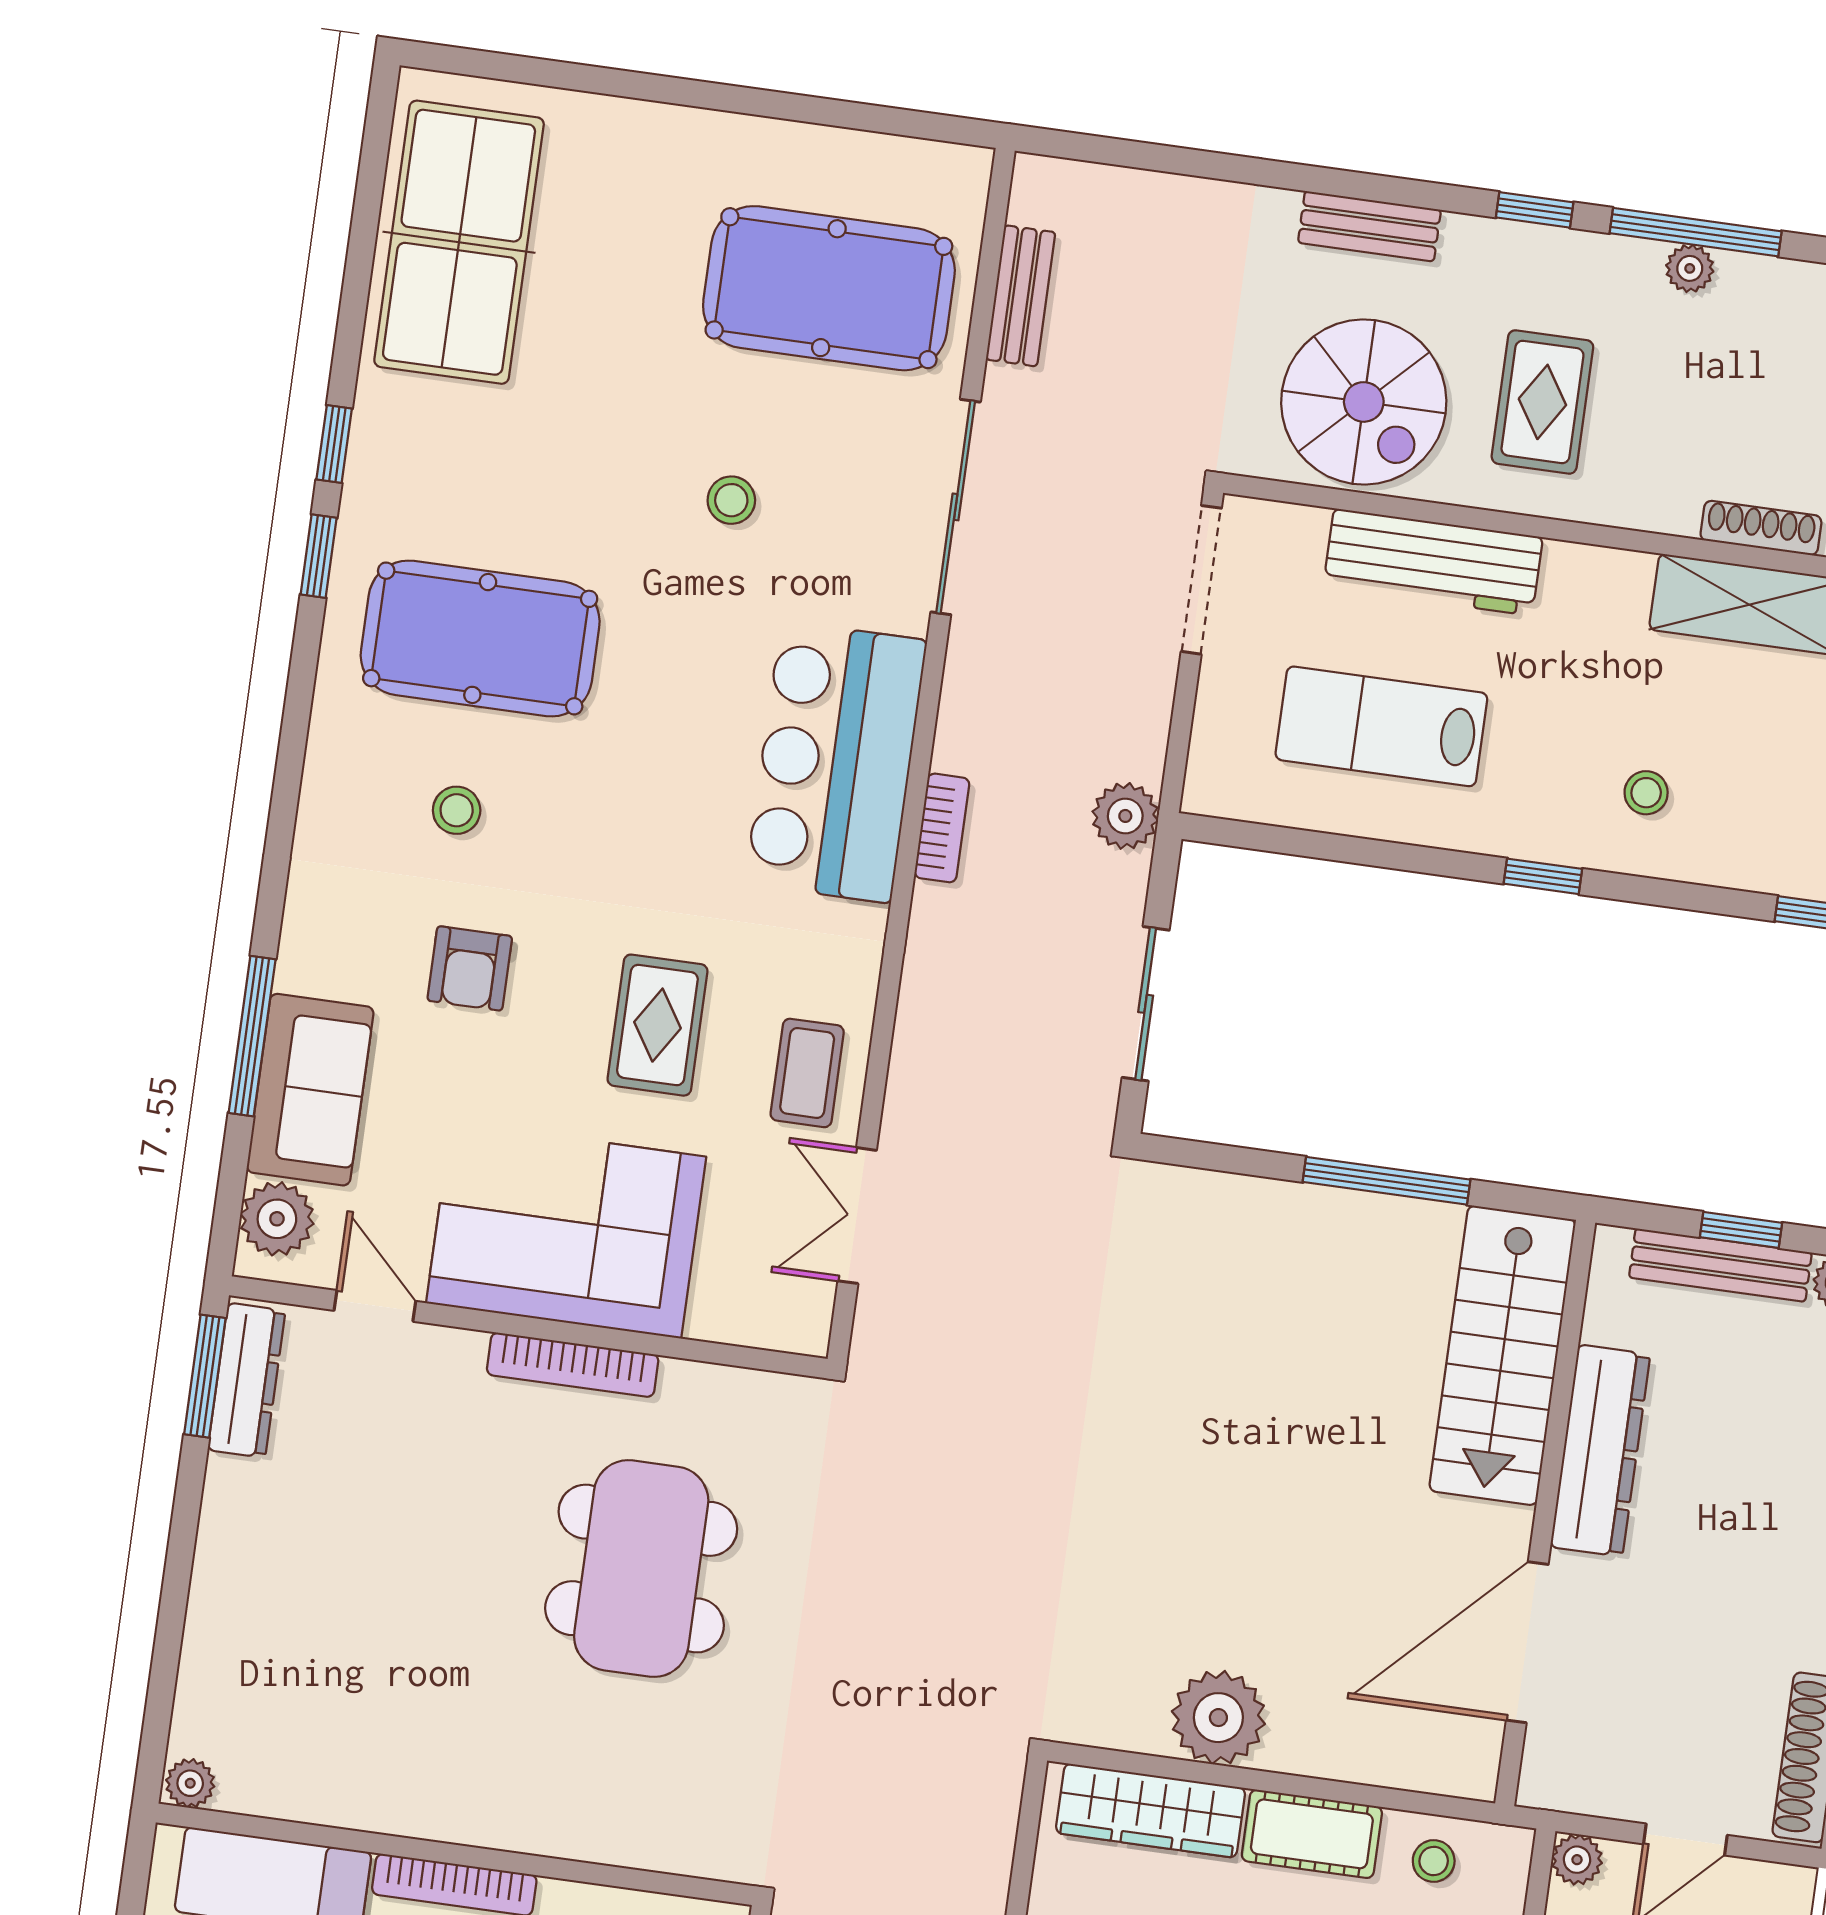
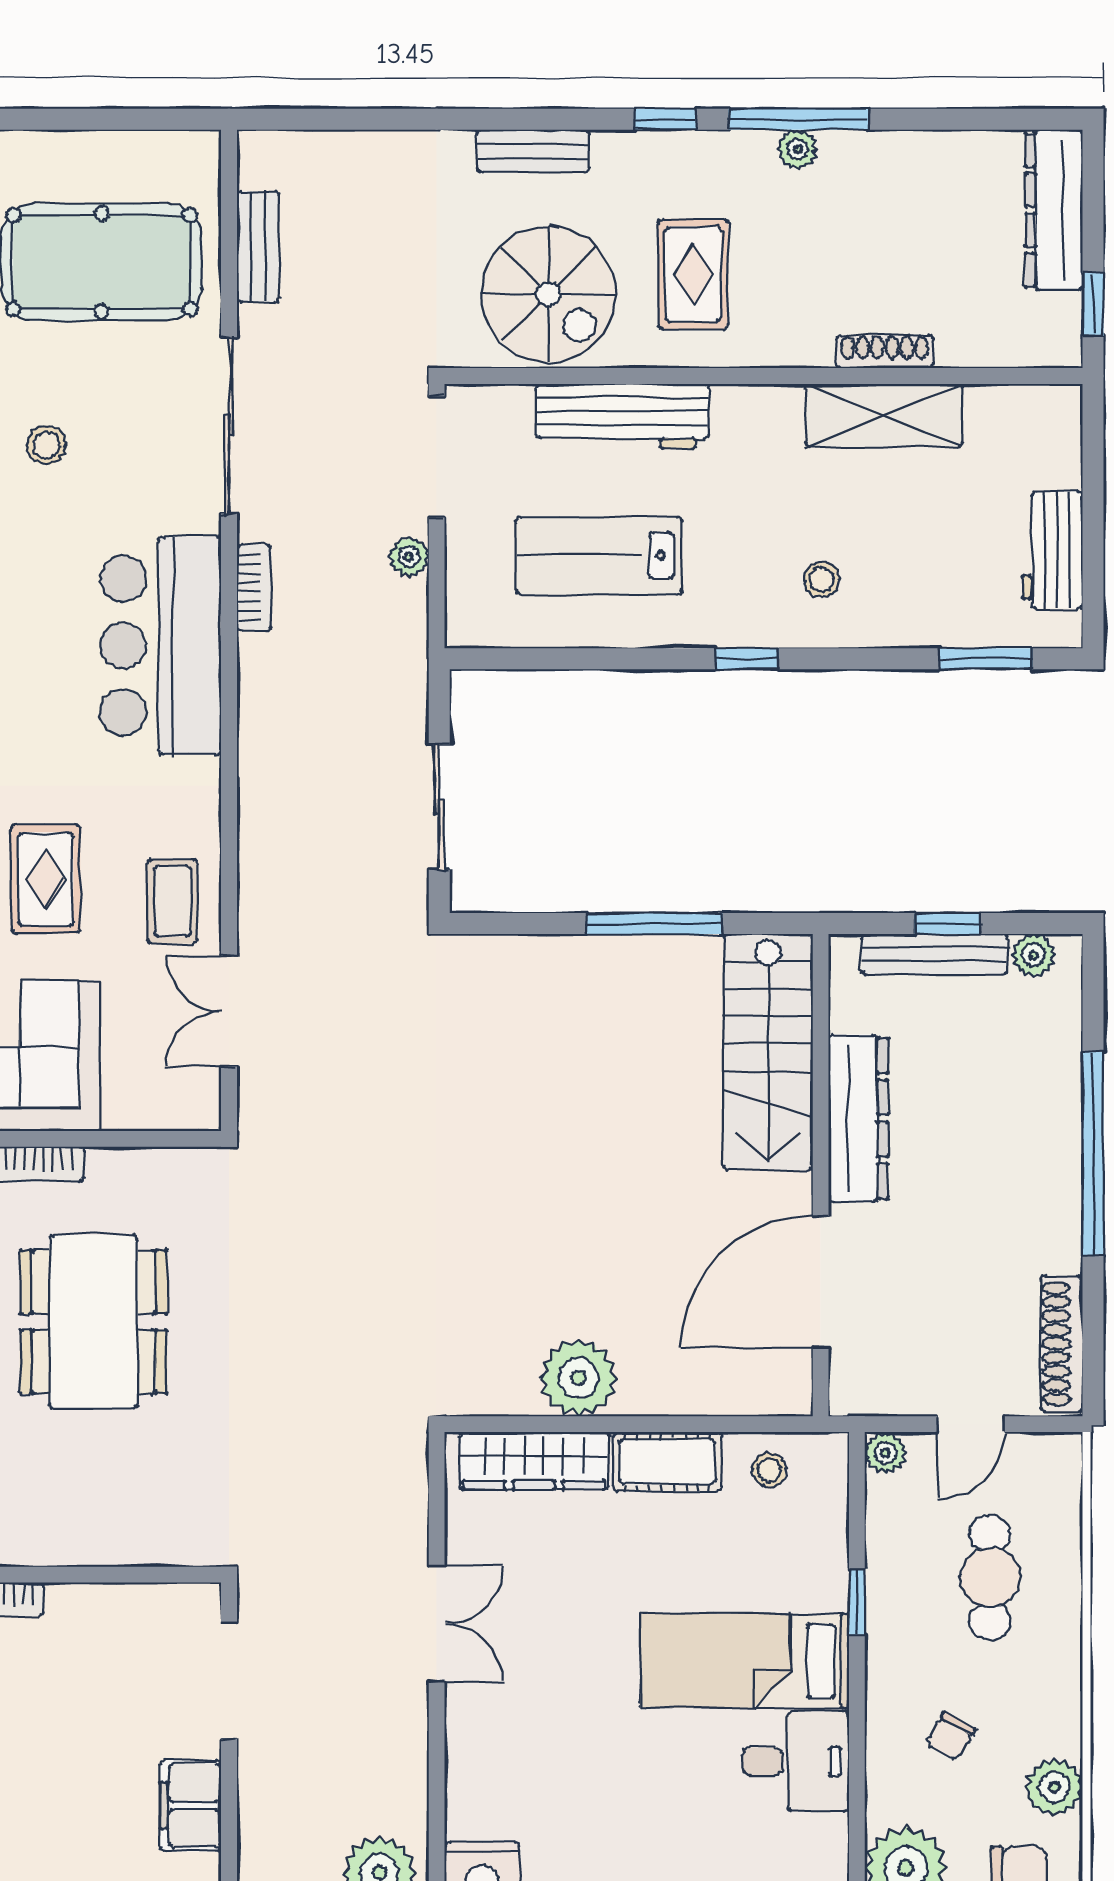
plant: (1125, 816) -> (409, 557), moved, width x0.73, depth x0.73
bookcase: (942, 828) -> (254, 587), moved

